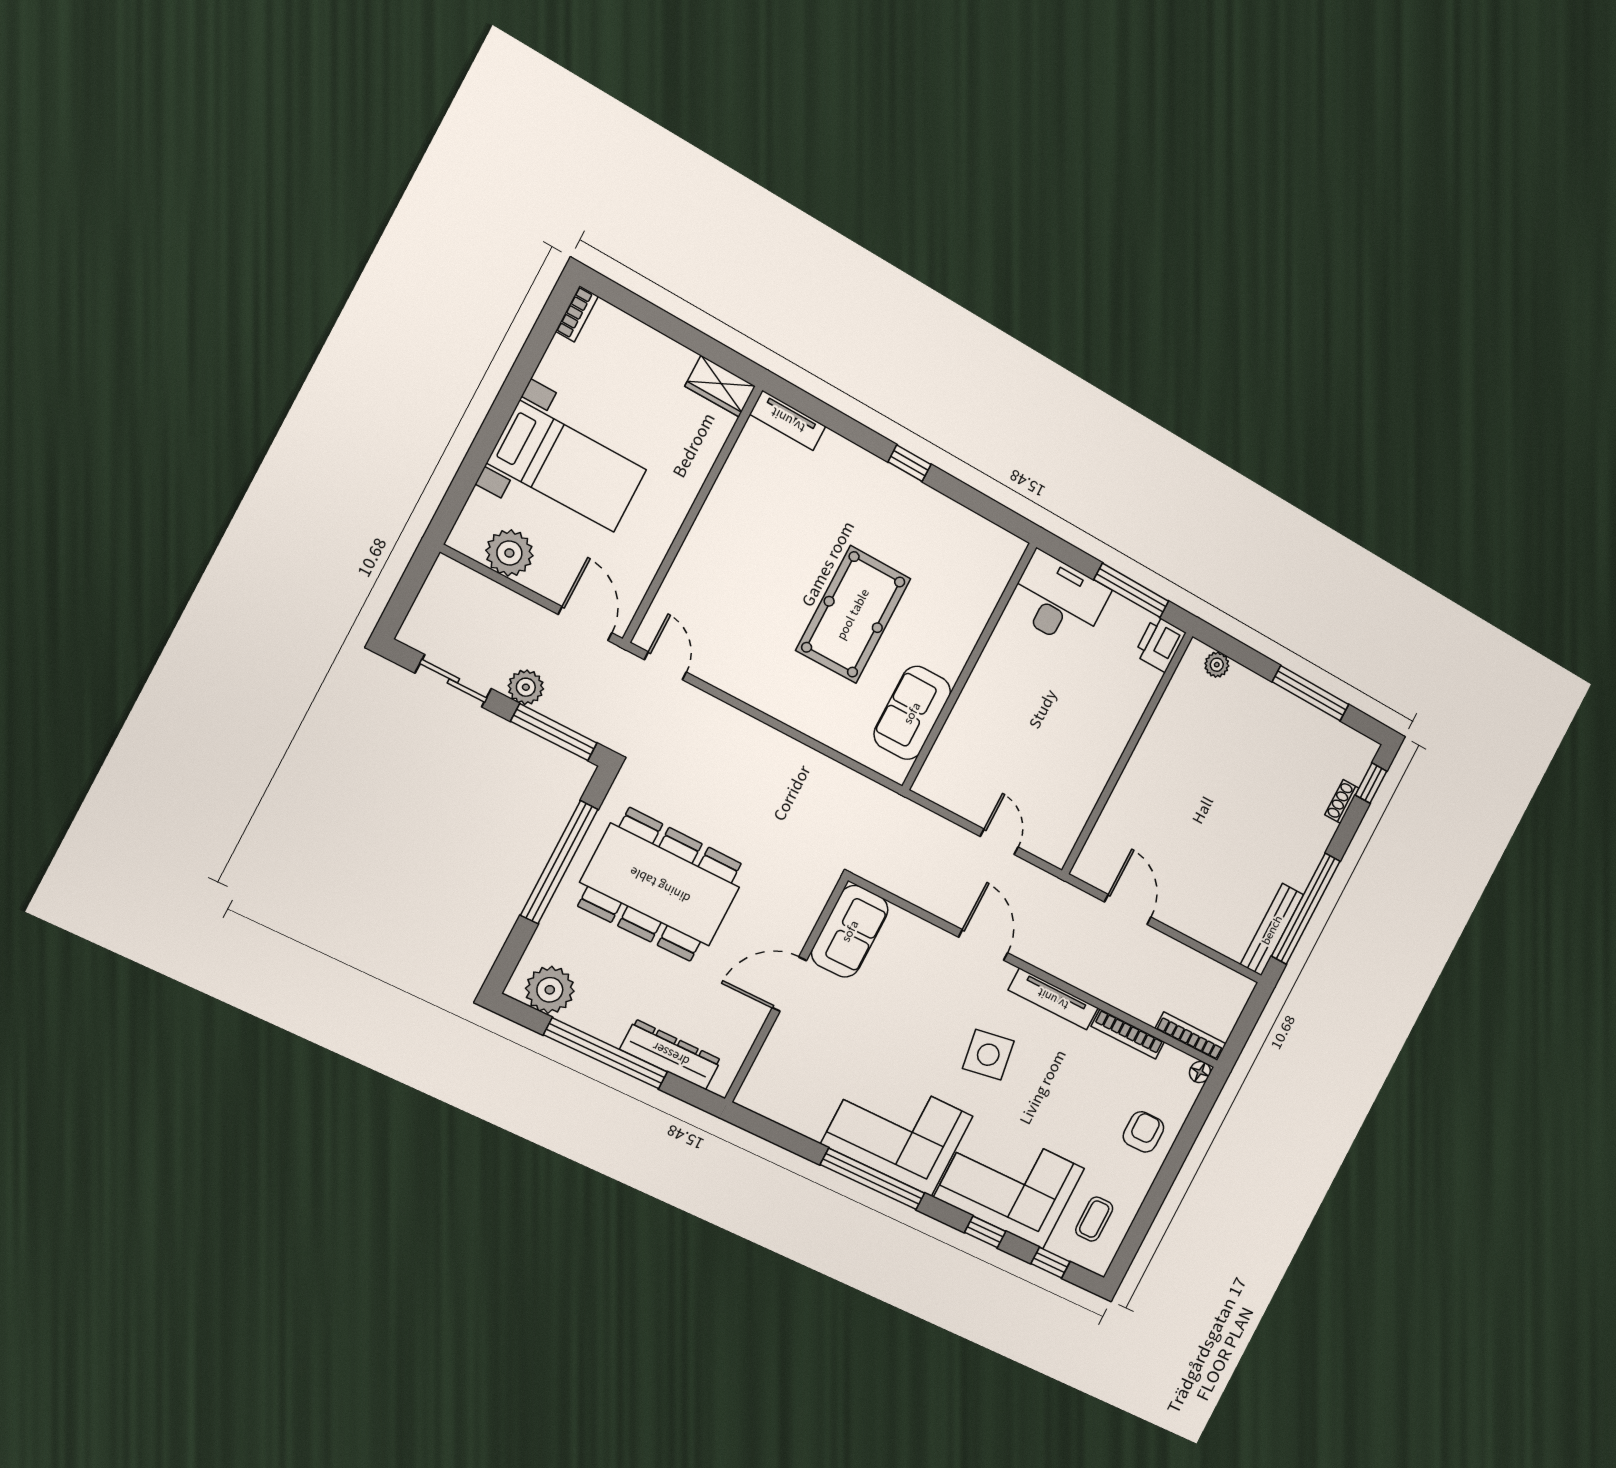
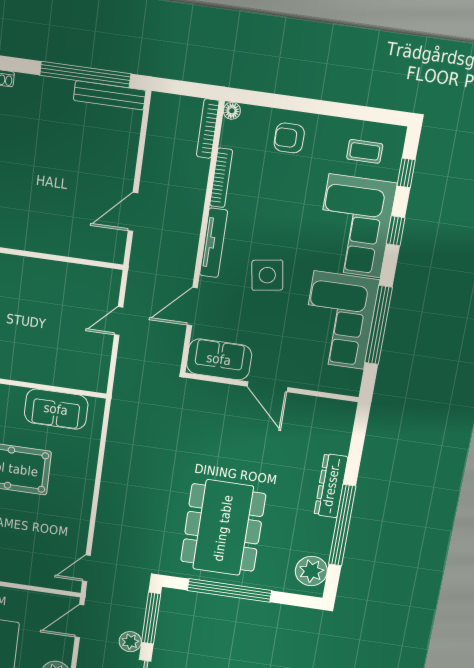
sofa: (850, 931) -> (219, 359), moved
door: (789, 984) -> (267, 387), moved
wall: (787, 989) -> (272, 387), moved

